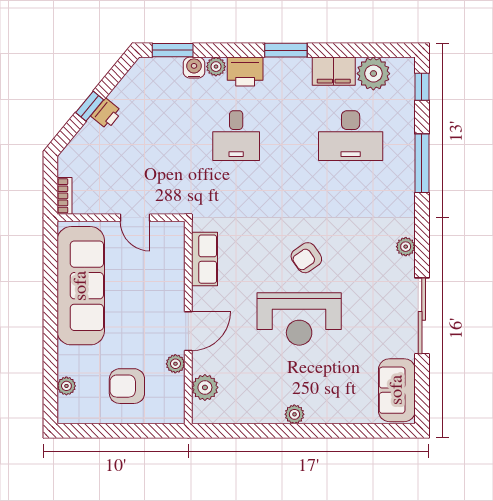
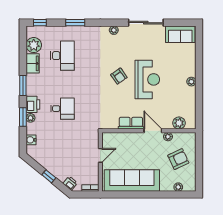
window: (173, 50) -> (23, 117), moved
water cooler: (194, 68) -> (31, 140), moved
printer: (106, 114) -> (70, 183), moved
window: (422, 163) -> (75, 23), width x0.69
row of seats: (205, 259) -> (131, 123), moved
armchair: (127, 386) -> (178, 159), turned -115

